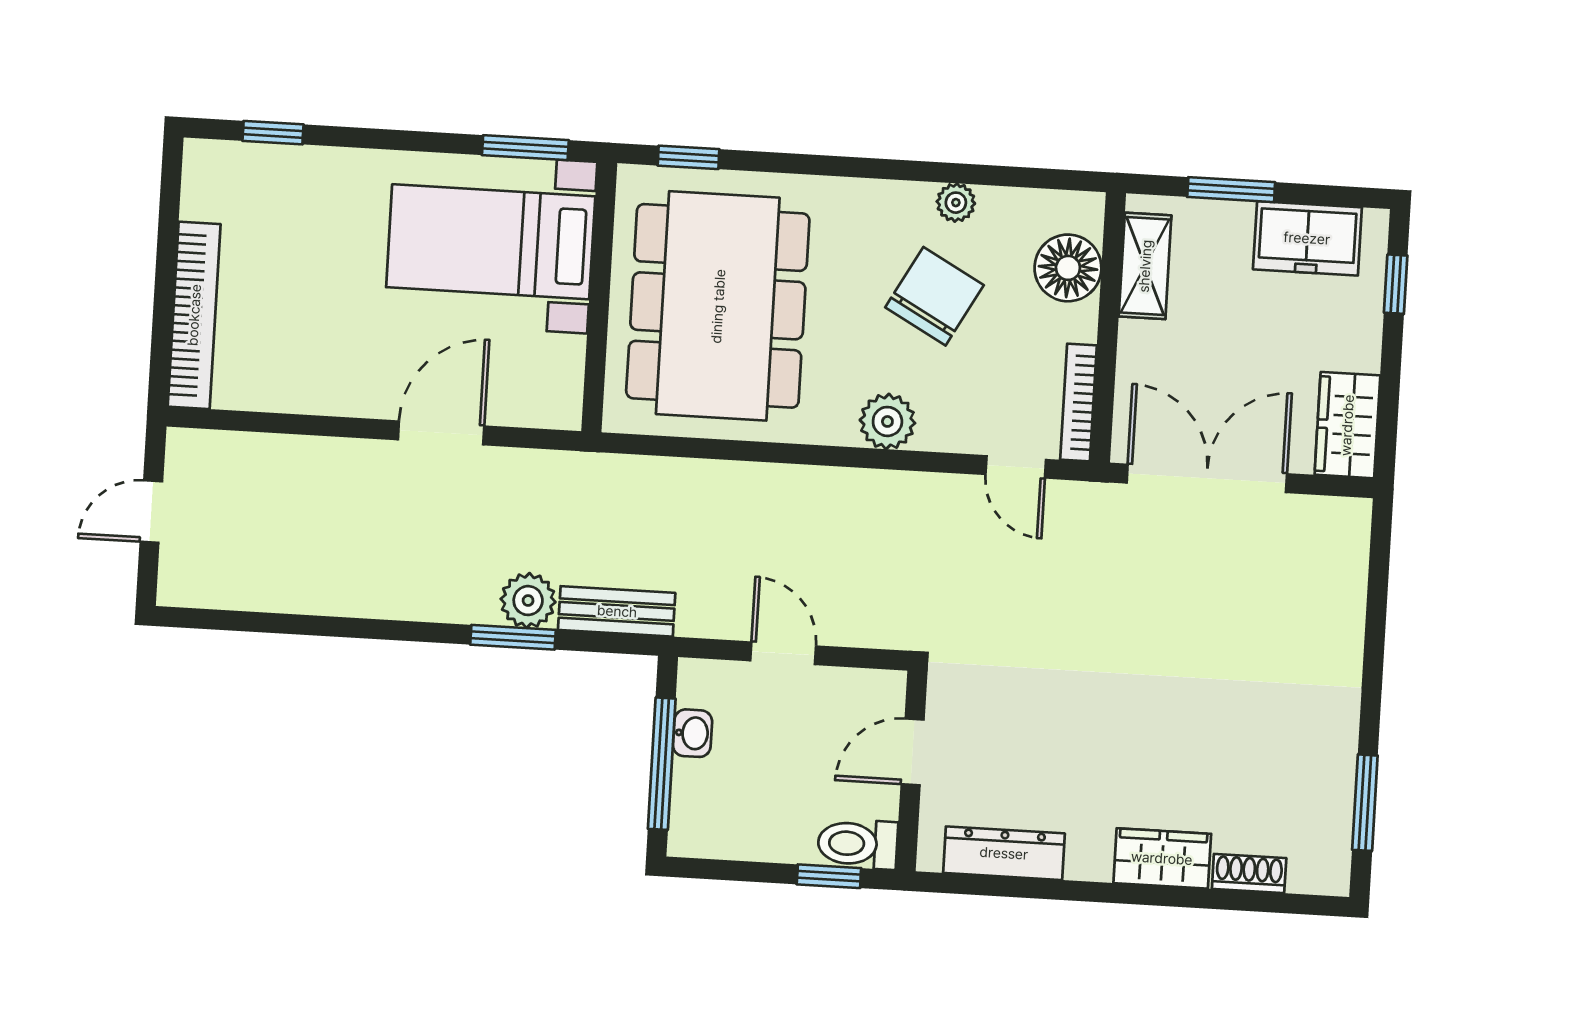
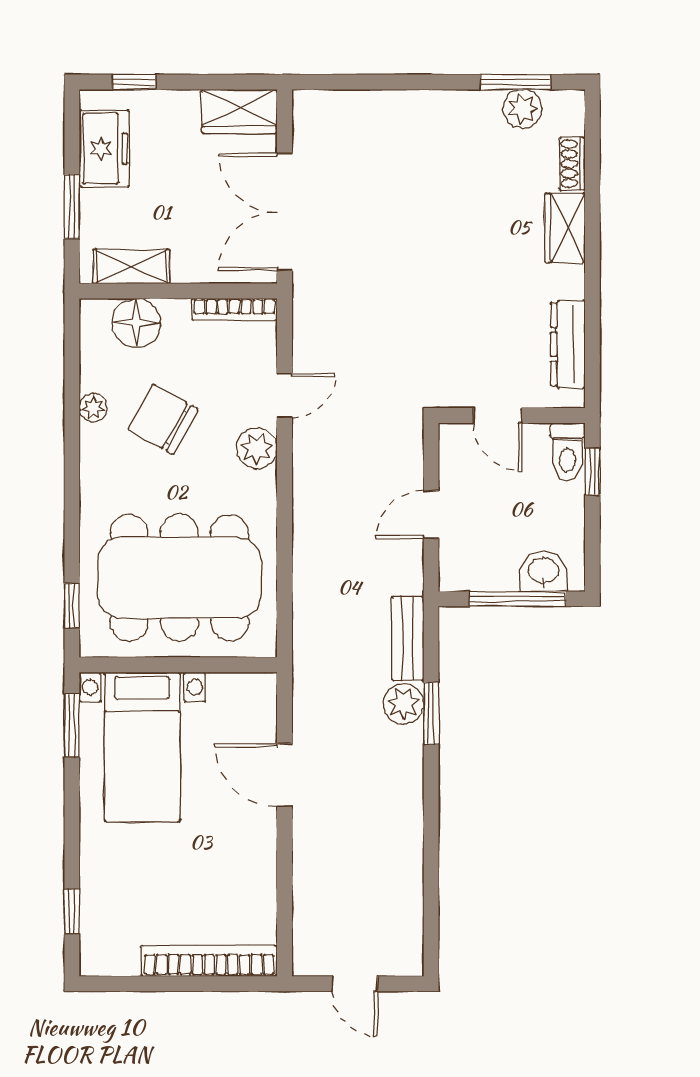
door: (1016, 467) -> (284, 395), moved
washbasin: (692, 733) -> (544, 571), moved, width x1.38, depth x1.45
plant: (1328, 810) -> (522, 109), added

